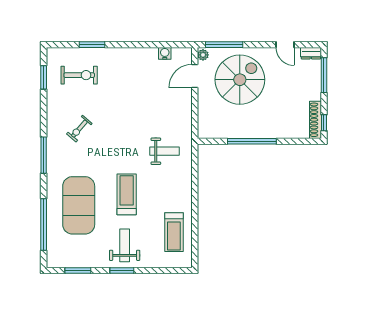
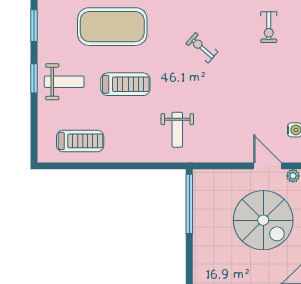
exercise bike: (79, 75) -> (269, 27), width x0.73, depth x0.72
exercise bike: (79, 129) -> (202, 48), moved
window: (252, 141) -> (189, 204), moved
treadmill: (174, 232) -> (80, 141), turned 180

